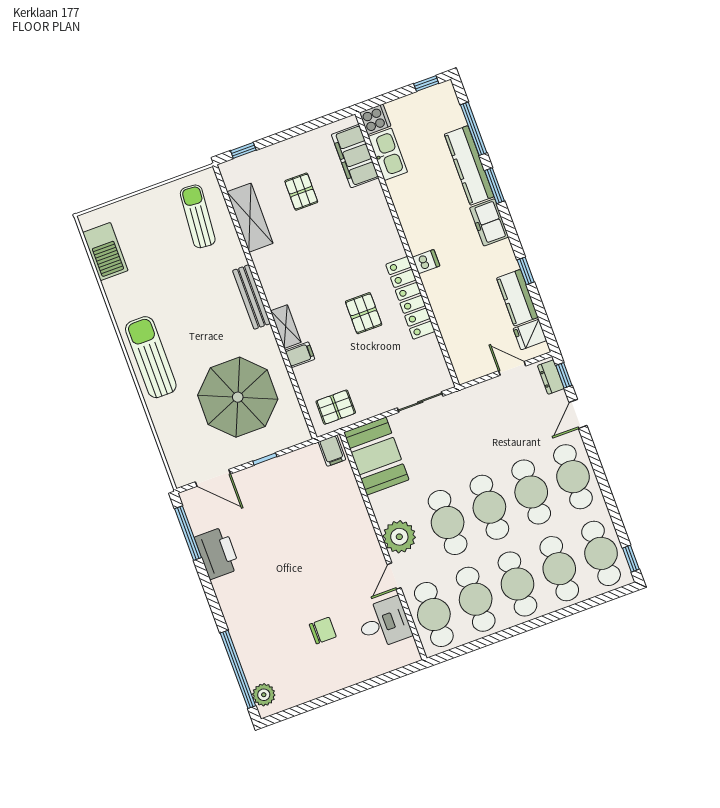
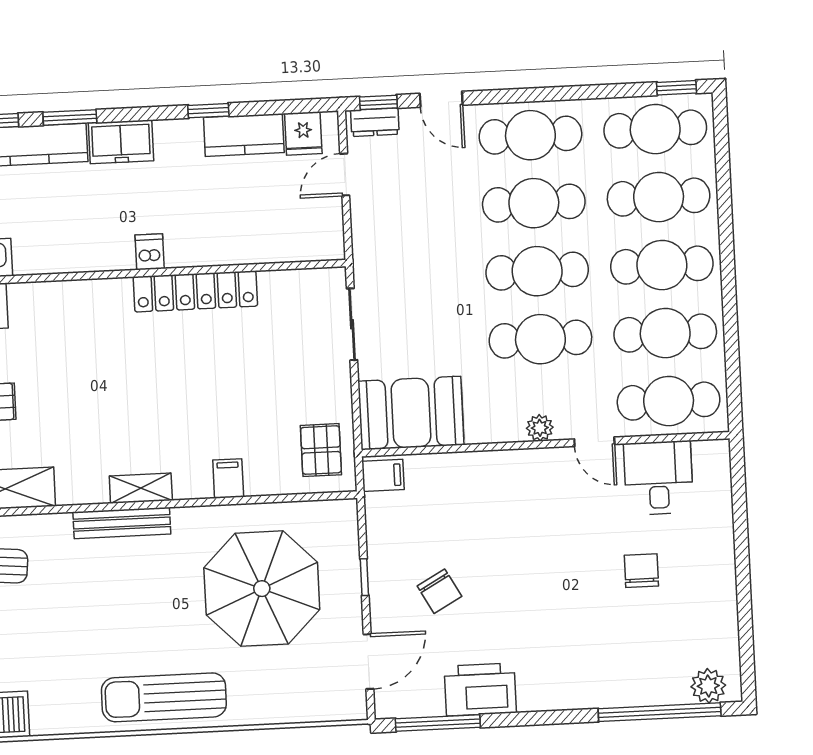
pallet: (364, 313) -> (196, 367), removed
shelving: (286, 327) -> (141, 488), moved
chair: (271, 509) -> (439, 591), added
plant: (399, 537) -> (540, 428), width x0.53, depth x0.53

